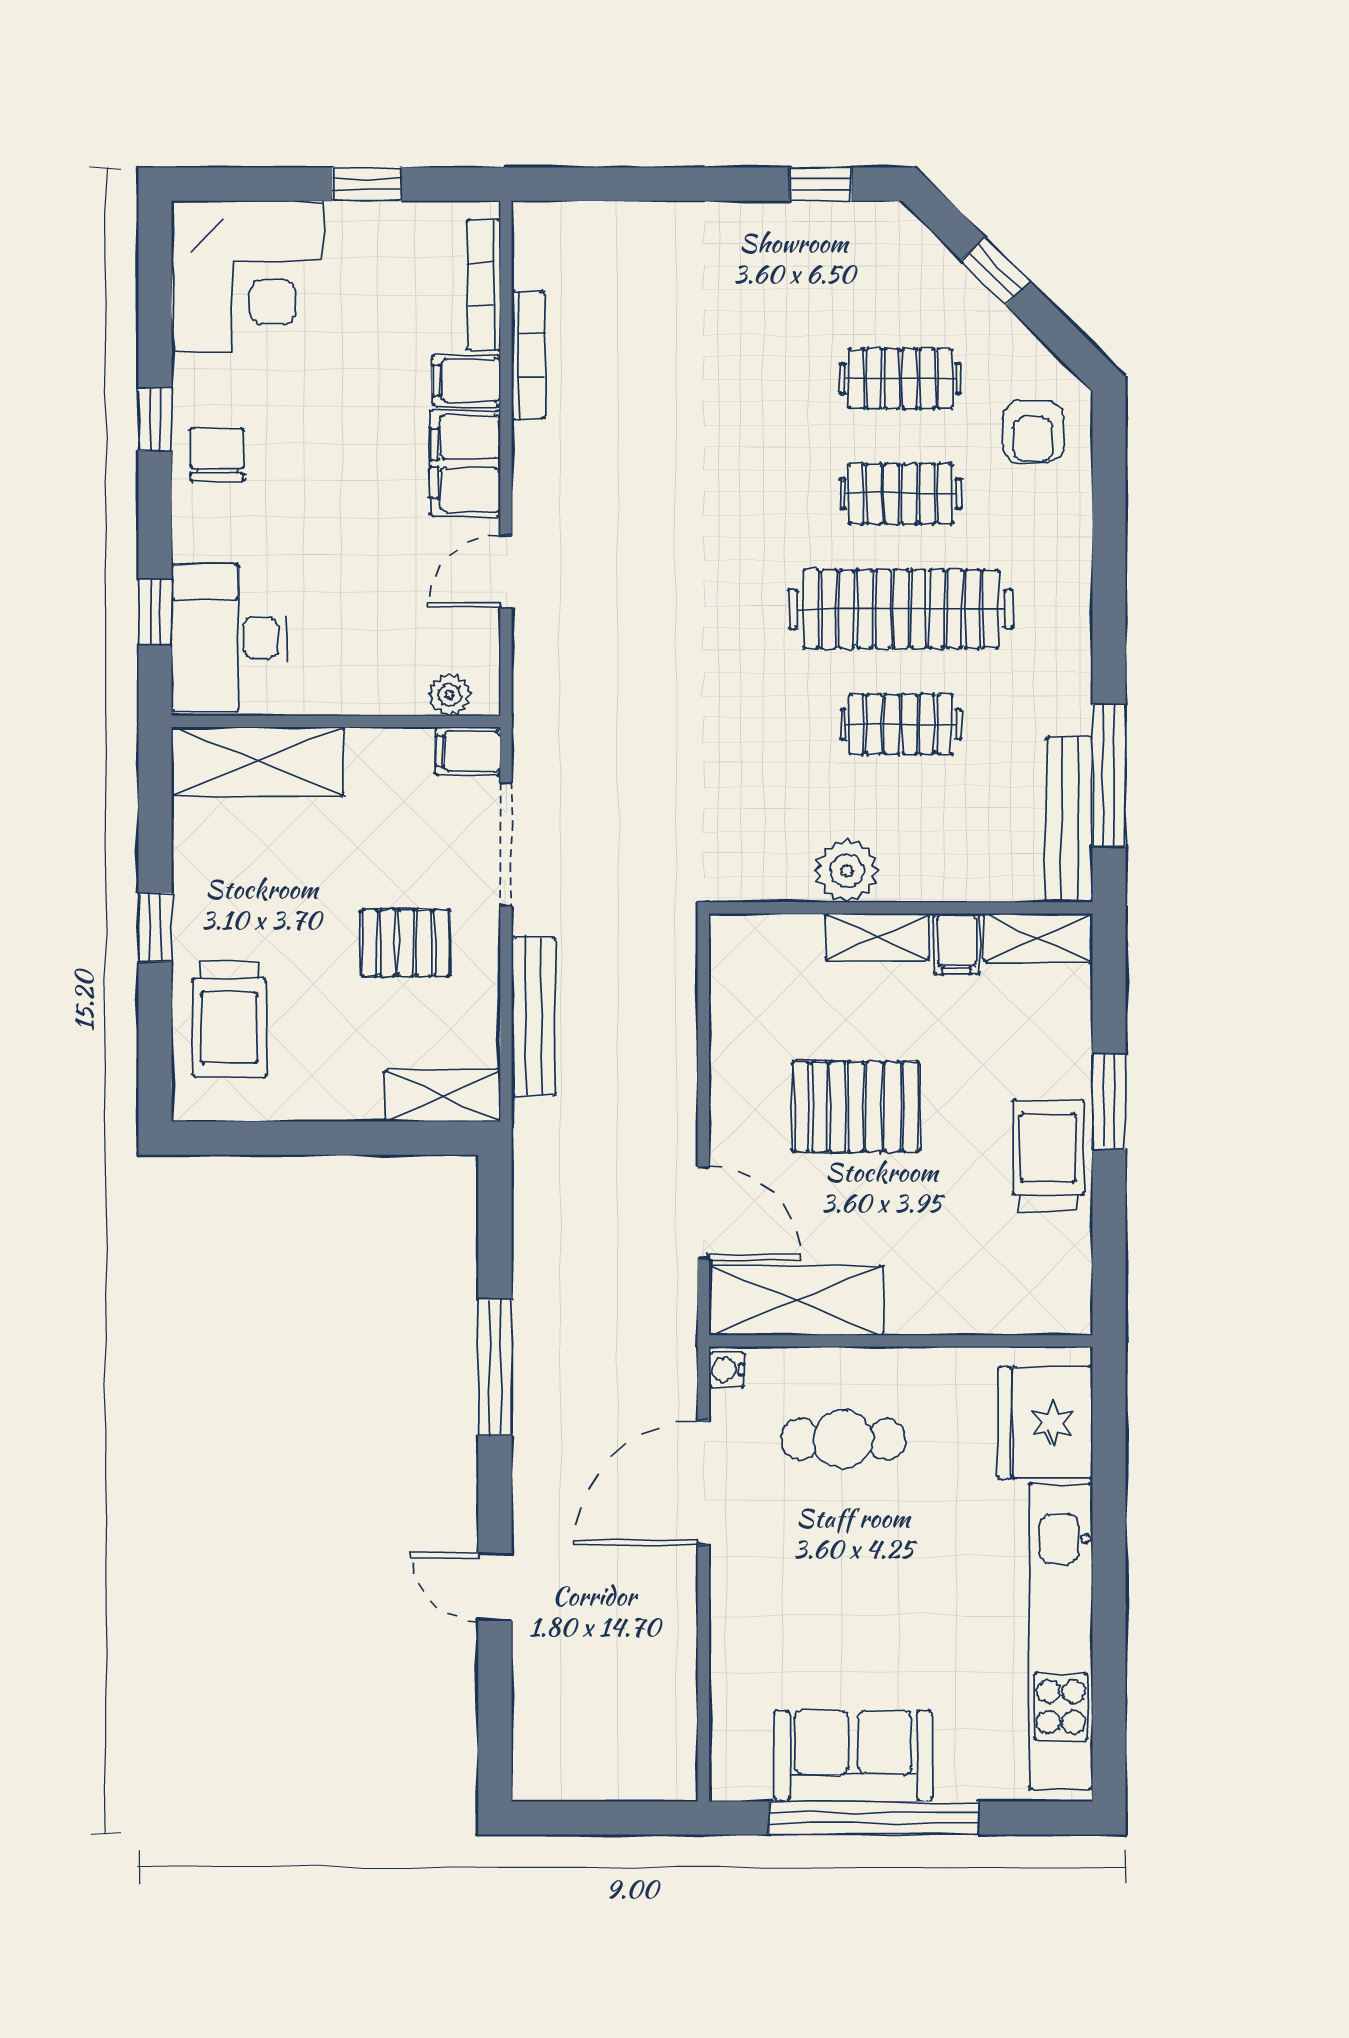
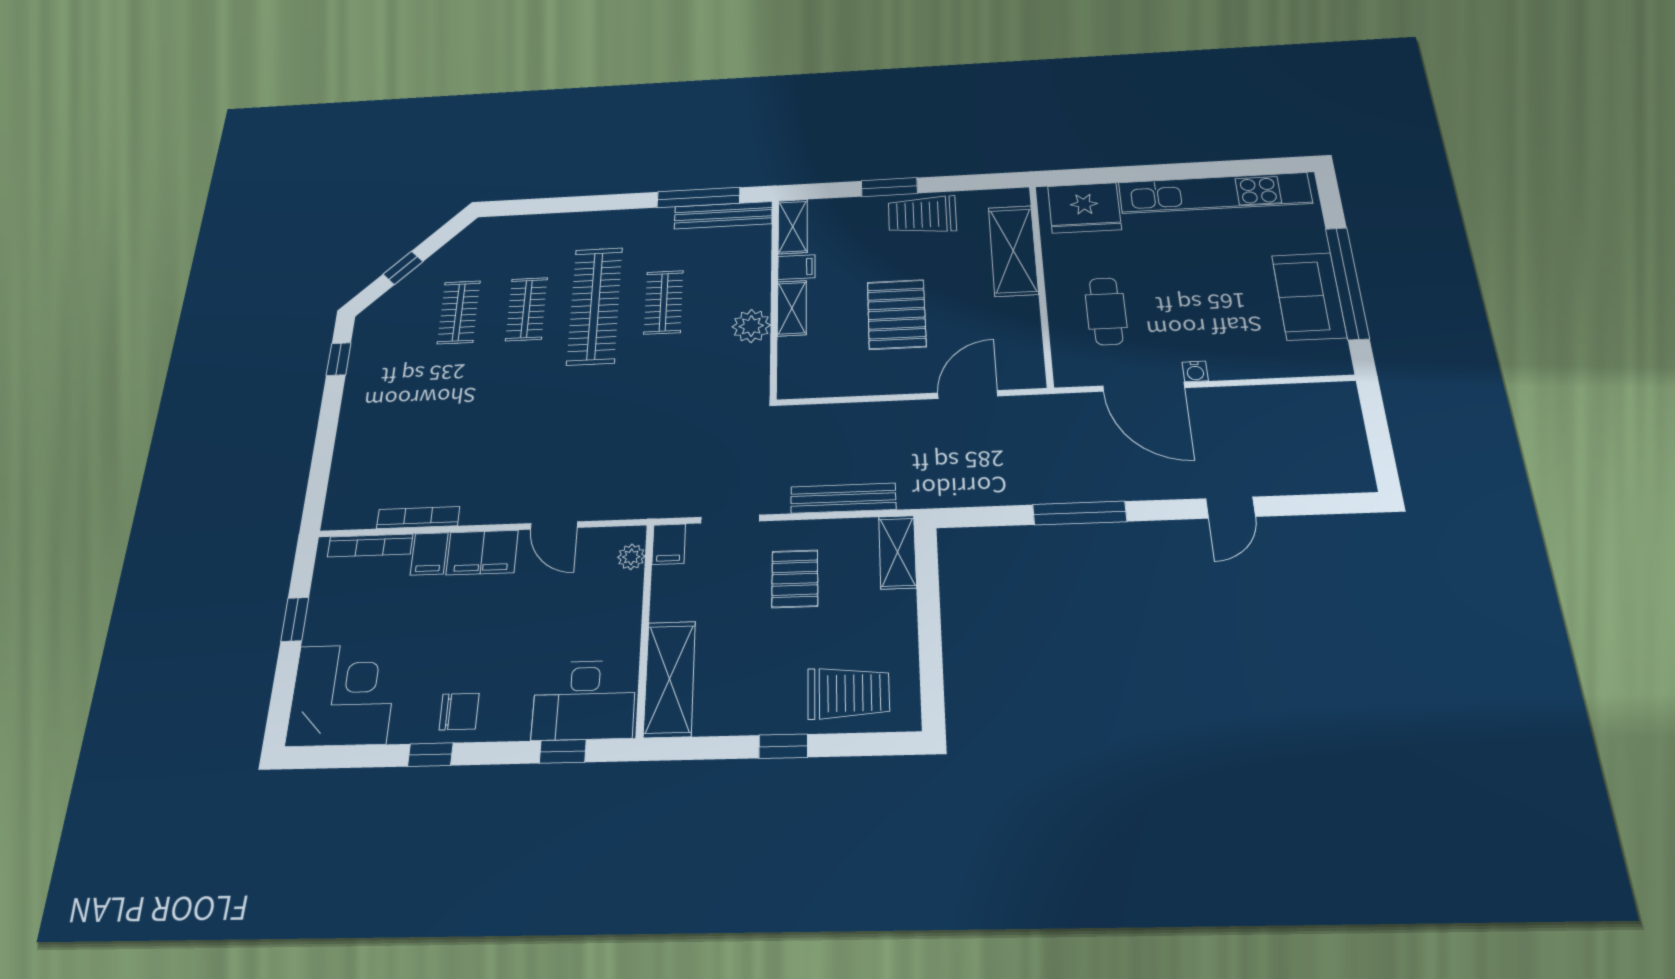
armchair: (1033, 432) -> (498, 245), removed
chair: (217, 455) -> (459, 712), turned 180
doorway: (506, 844) -> (730, 519), width x0.73
shelving: (796, 1301) -> (1013, 251), moved
water cooler: (727, 1370) -> (1195, 371), moved

